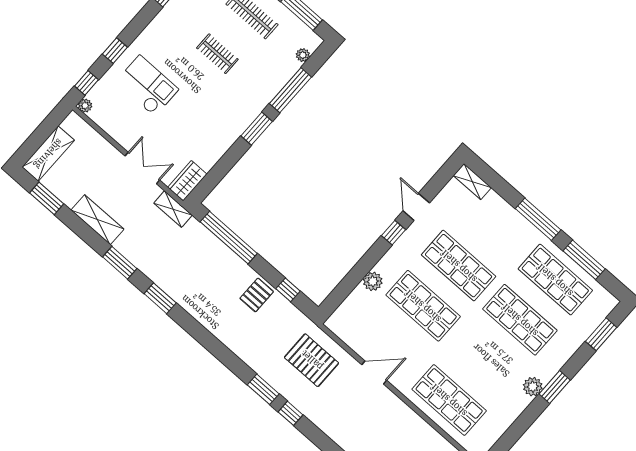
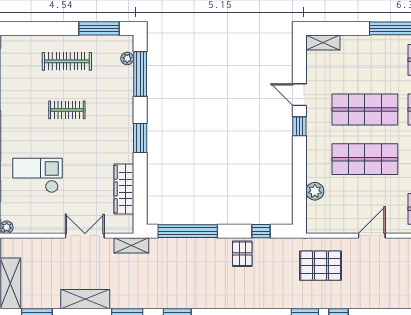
window: (290, 90) -> (140, 74), moved
wardrobe: (187, 181) -> (124, 189), moved, width x1.50
plant: (373, 281) -> (315, 191), moved

